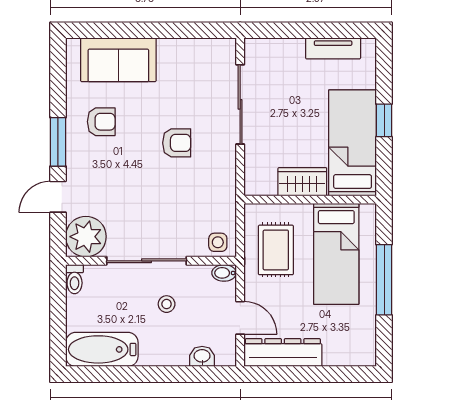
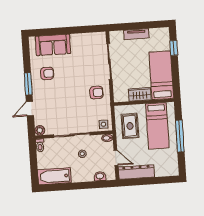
tv unit: (333, 48) -> (136, 34), moved
window: (384, 120) -> (174, 48), moved
armchair: (177, 143) -> (96, 93), moved
plant: (86, 237) -> (40, 130), width x0.53, depth x0.53

